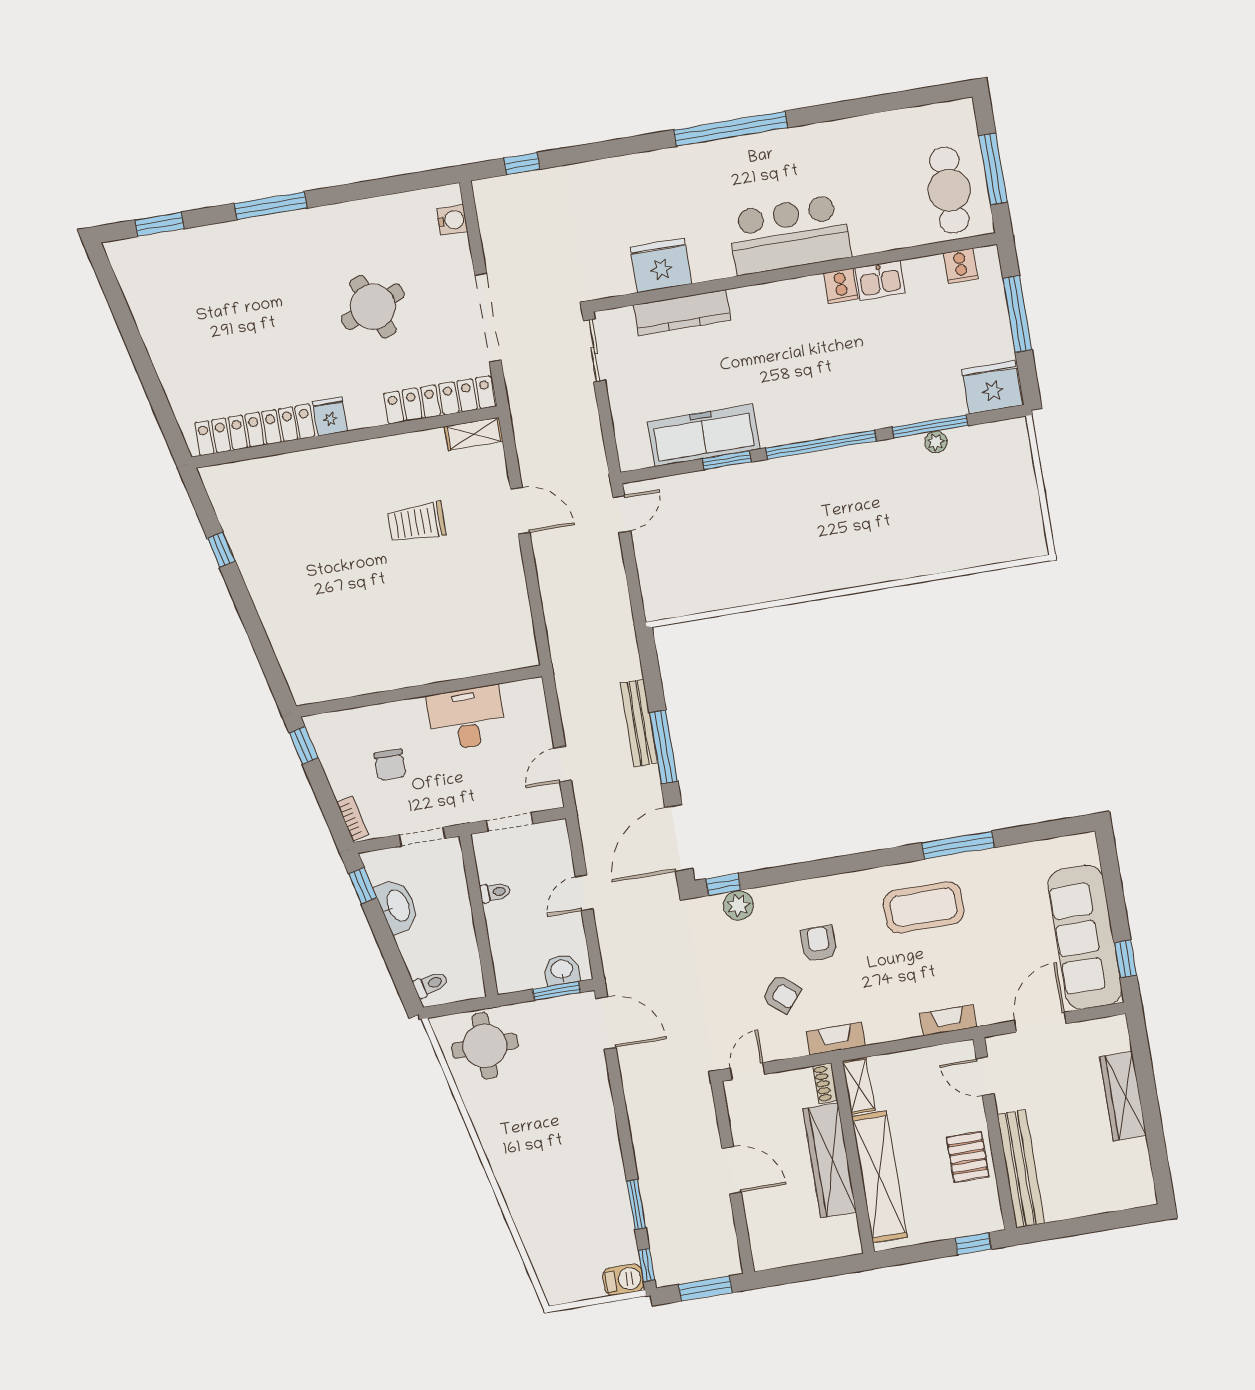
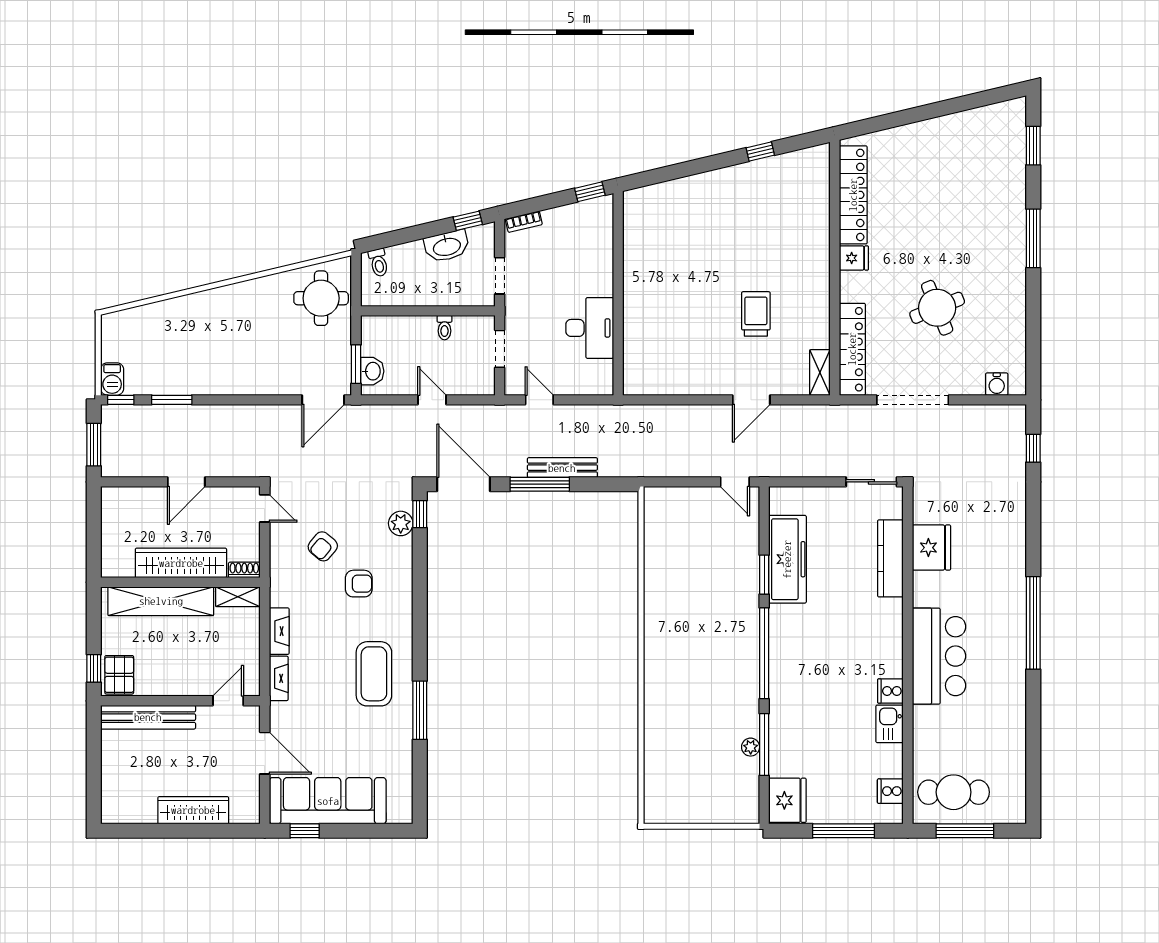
chair: (390, 765) -> (562, 259), removed
fireplace: (836, 1039) -> (279, 631), moved
pallet: (968, 1157) -> (119, 675), moved, turned 90

